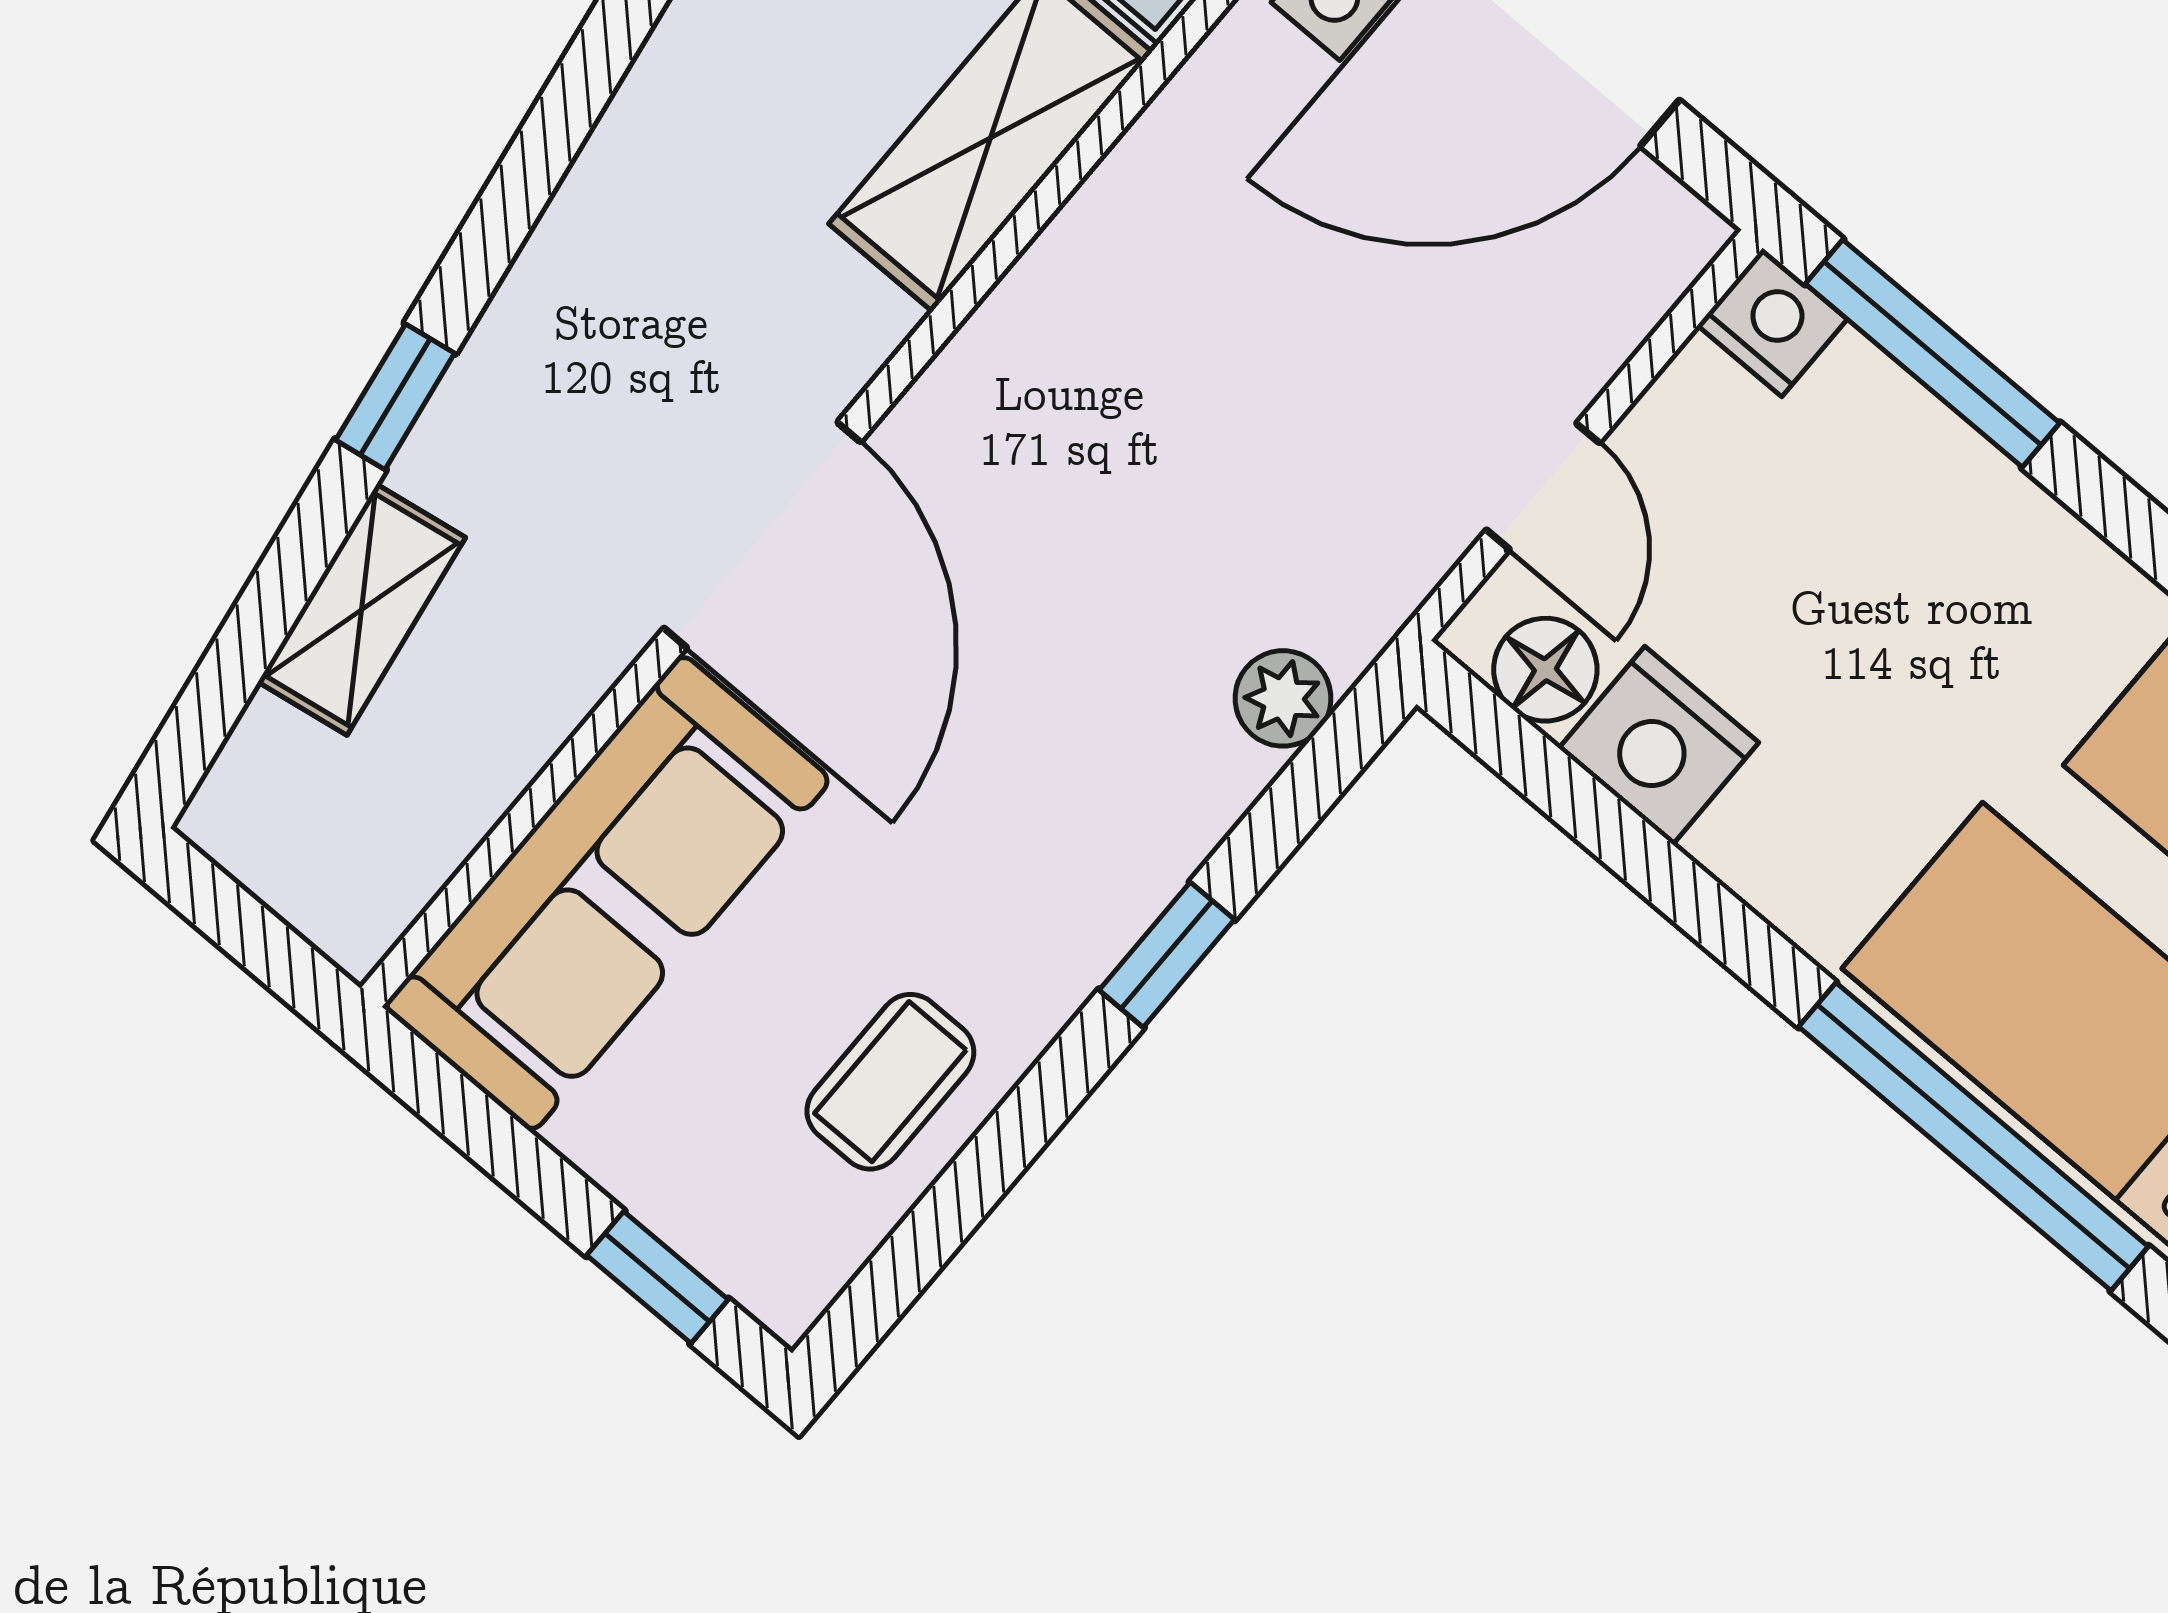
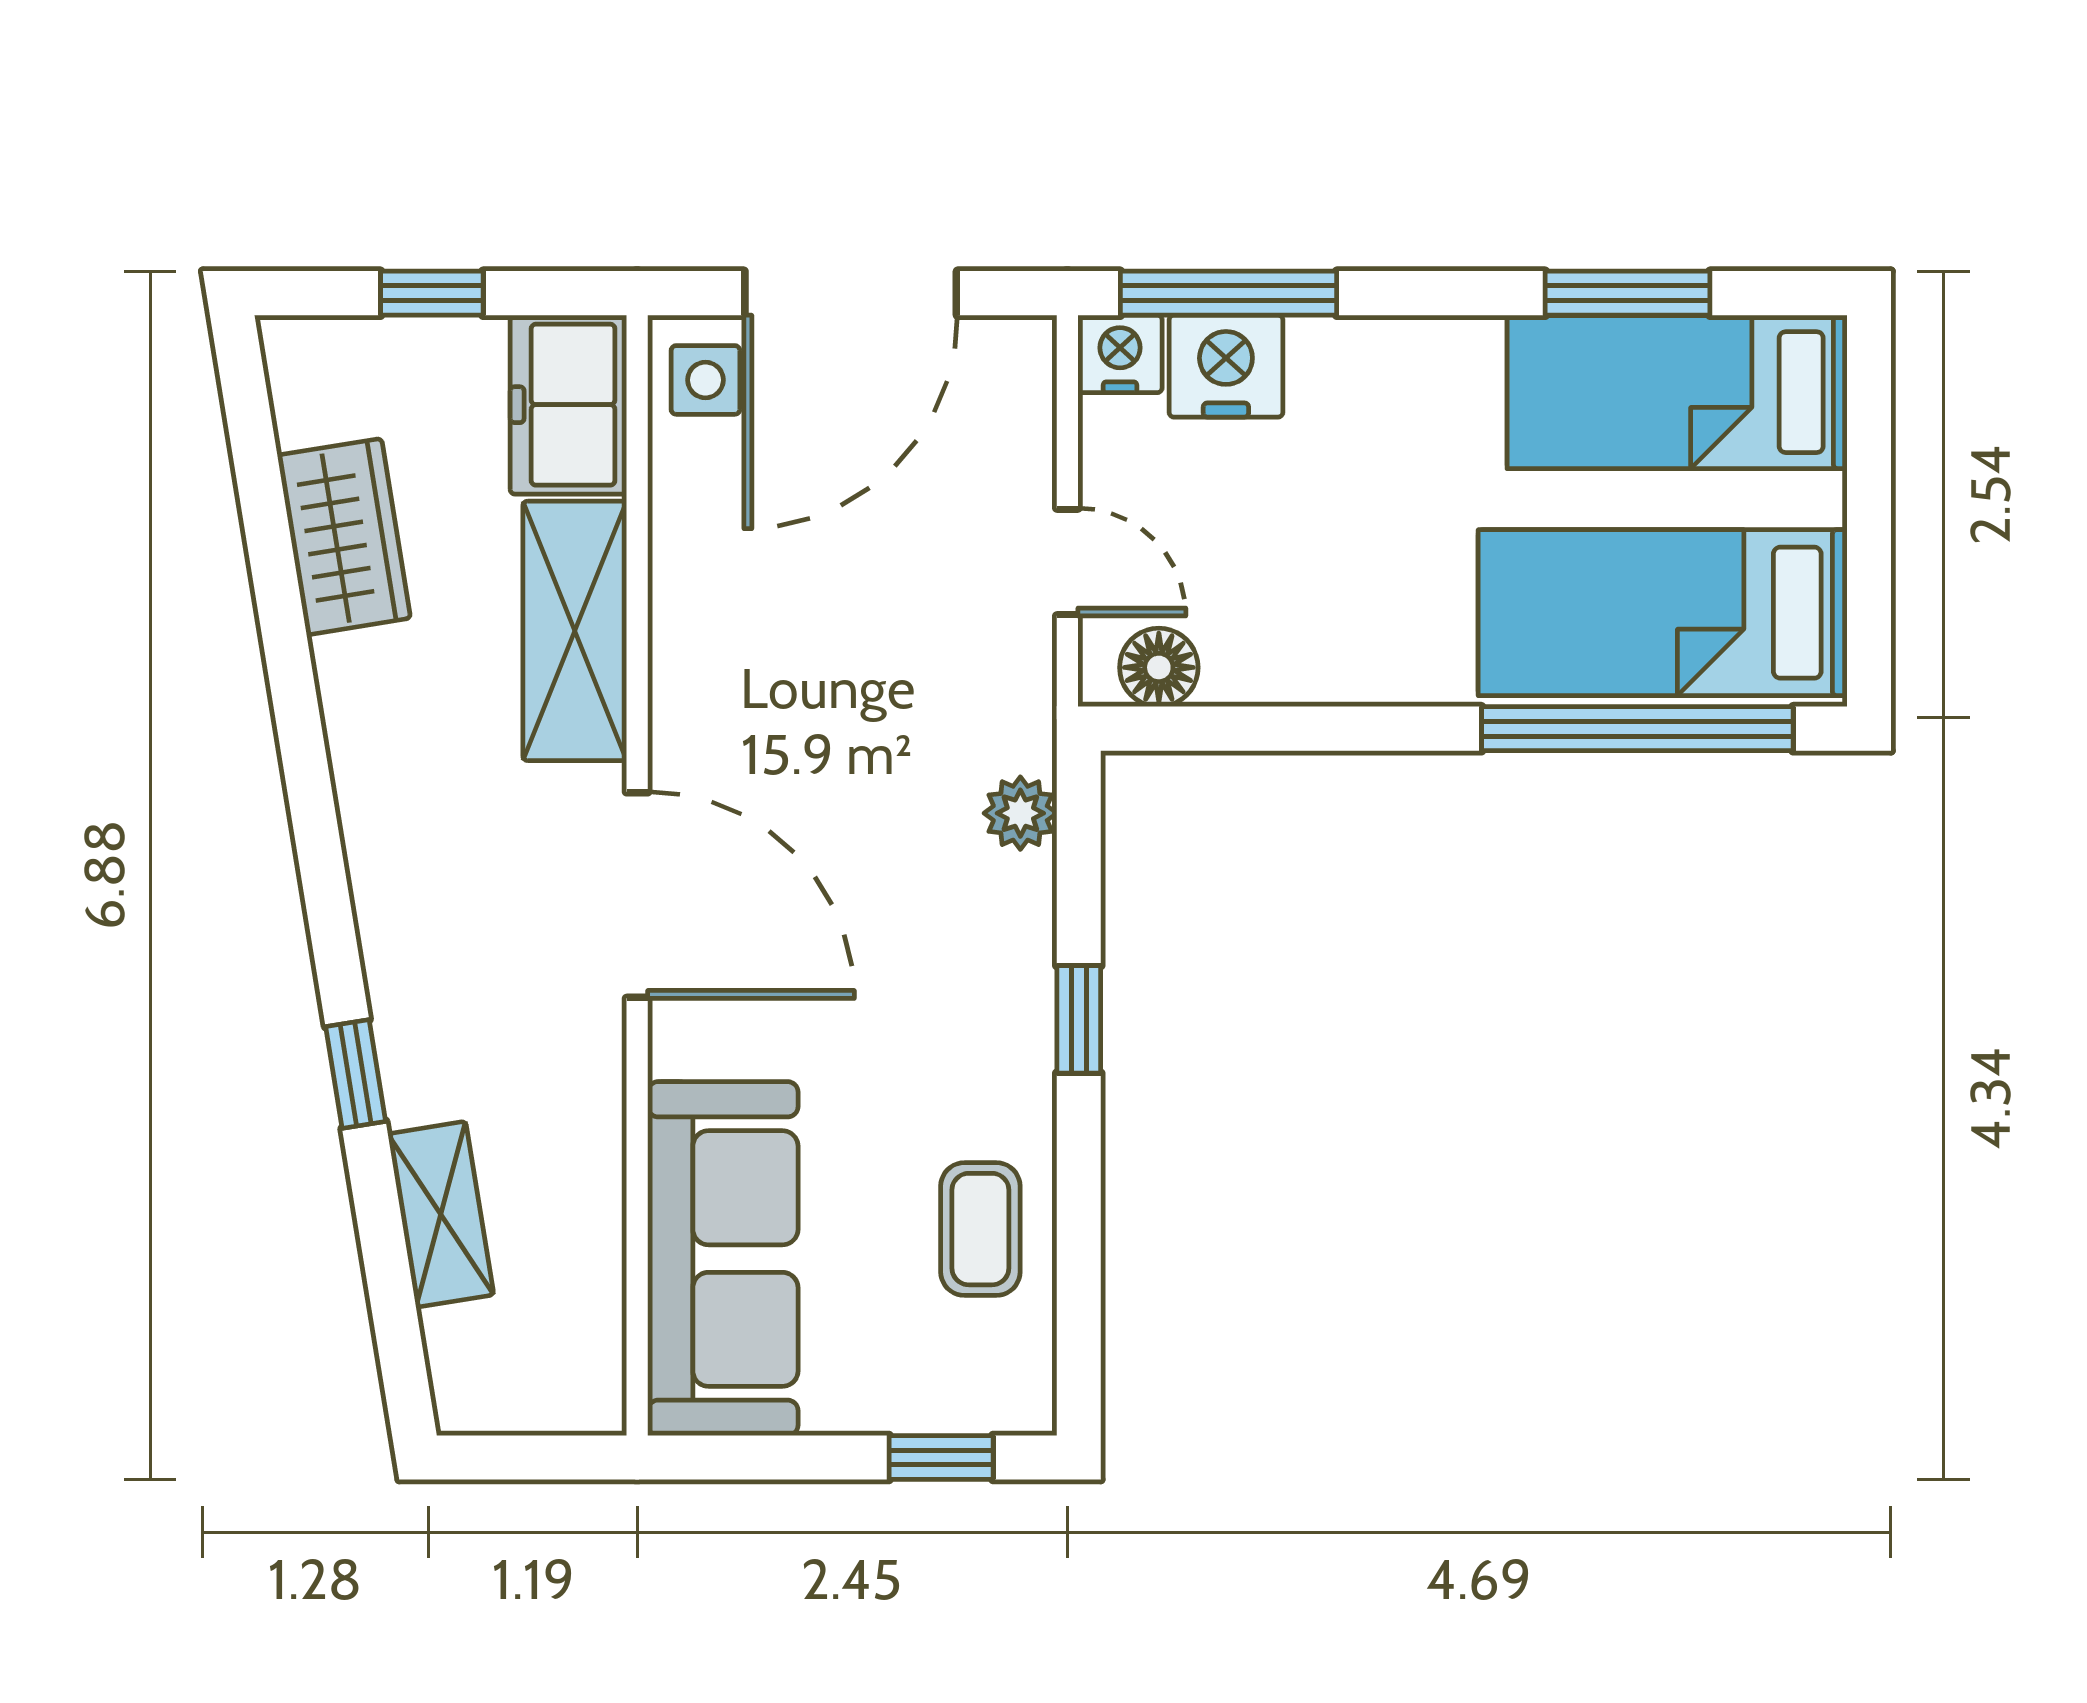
door: (762, 535) -> (637, 895), moved
nightstand: (1659, 745) -> (1226, 366), moved, turned 180

